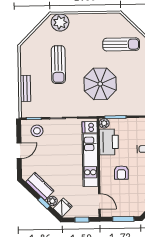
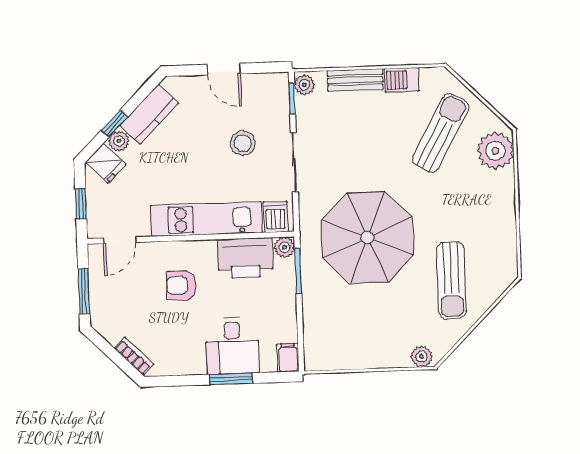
sun lounger: (58, 65) -> (441, 133), moved, turned 119
barbecue: (26, 66) -> (402, 80), added
parasol: (100, 84) -> (367, 238), width x1.36, depth x1.36
plant: (27, 113) -> (304, 85), added
stool: (37, 131) -> (243, 143), moved

